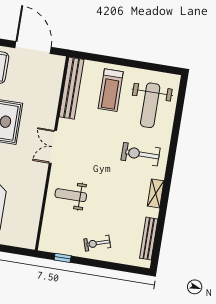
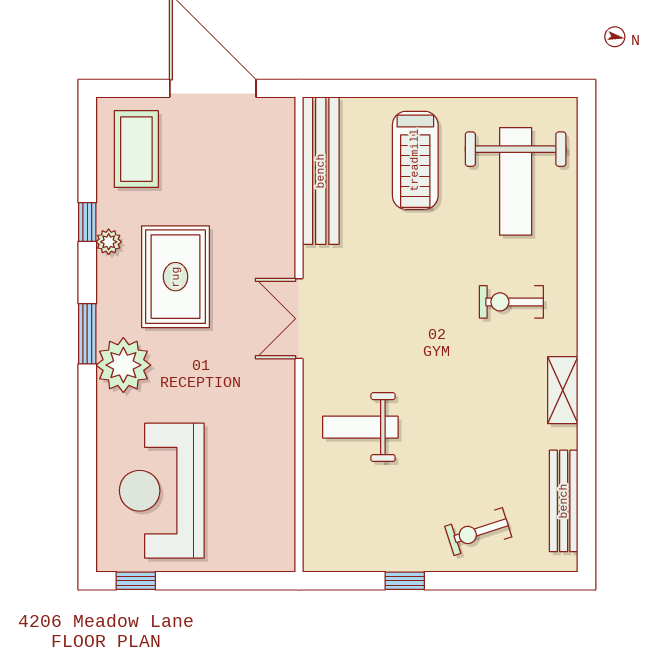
exercise bike: (141, 154) -> (511, 302), width x0.73, depth x0.72
exercise bike: (97, 243) -> (478, 532), moved
window: (63, 258) -> (405, 581), moved

